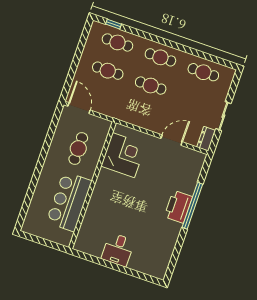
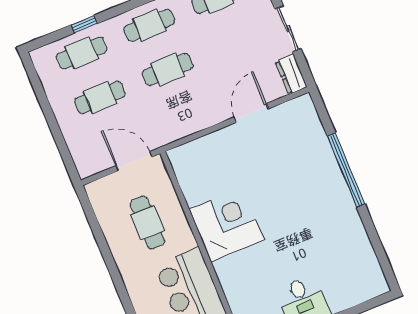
window: (113, 24) -> (84, 24), moved
door: (79, 108) -> (134, 161), moved
corner desk: (123, 155) -> (226, 225), moved
printer: (178, 207) -> (330, 186), removed

